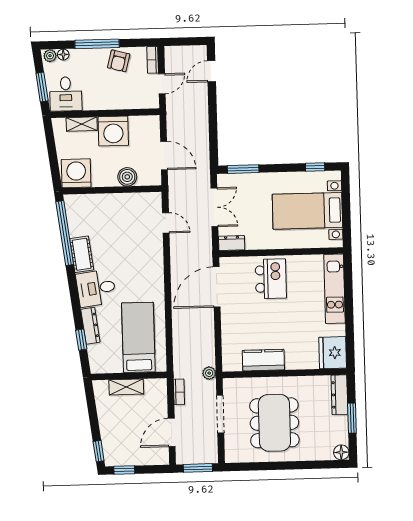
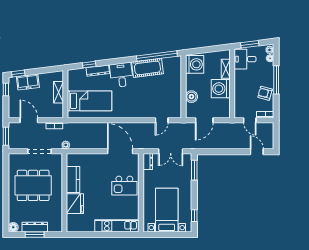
cot: (82, 254) -> (147, 68), width x1.37, depth x1.34
fridge: (333, 353) -> (75, 204), moved, turned 90
dresser: (339, 395) -> (35, 227), moved
freezer: (111, 436) -> (28, 82), added

